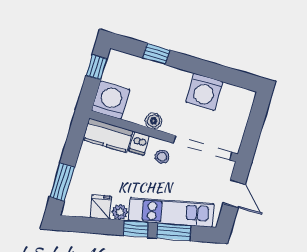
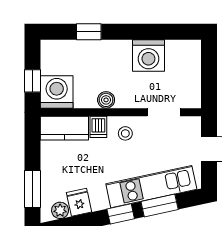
window: (96, 67) -> (32, 81), moved
doorway: (203, 148) -> (164, 112), width x0.53
plant: (120, 212) -> (60, 210), moved

